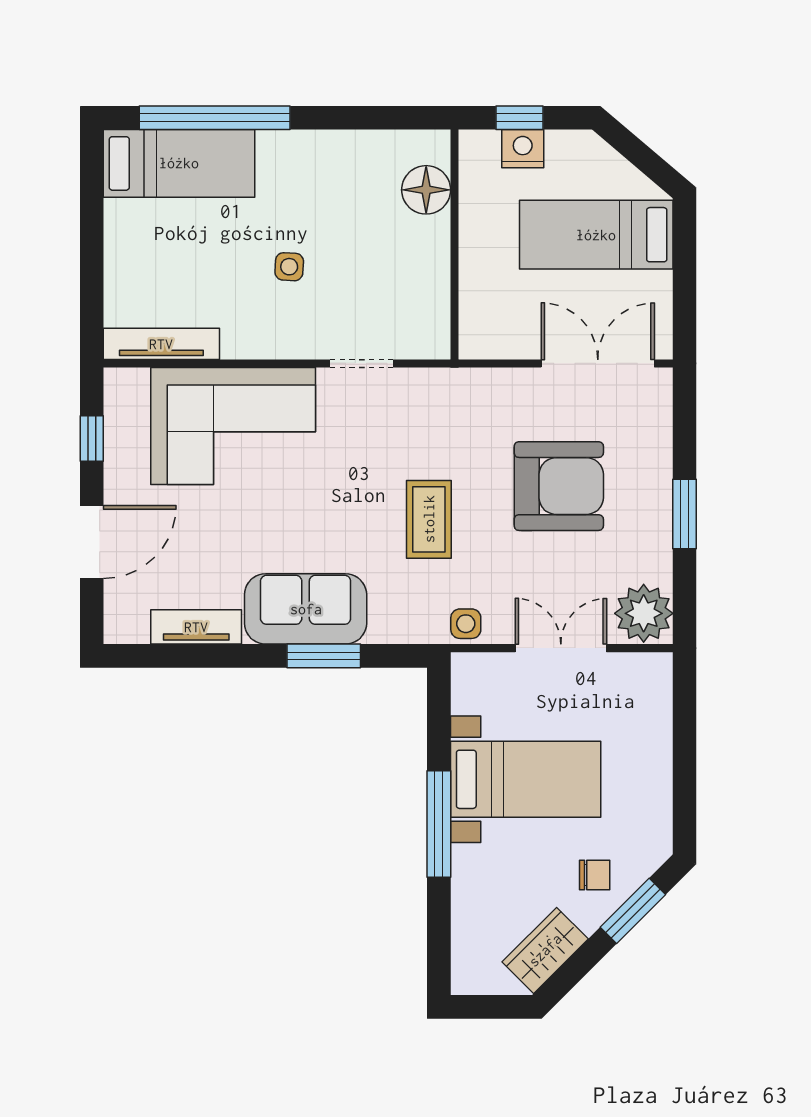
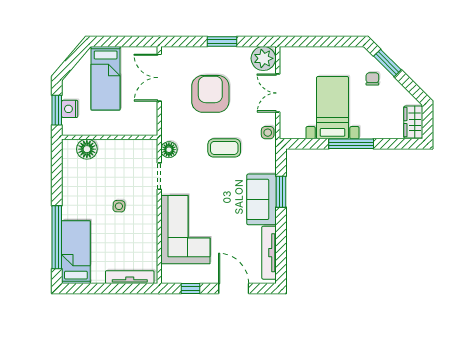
window: (520, 118) -> (57, 110), width x1.50
tv unit: (161, 344) -> (130, 277), moved, turned 90
floor lamp: (425, 387) -> (169, 150), added
tv unit: (196, 627) -> (269, 253), width x1.41
wardrobe: (545, 950) -> (413, 122), moved, turned 45

